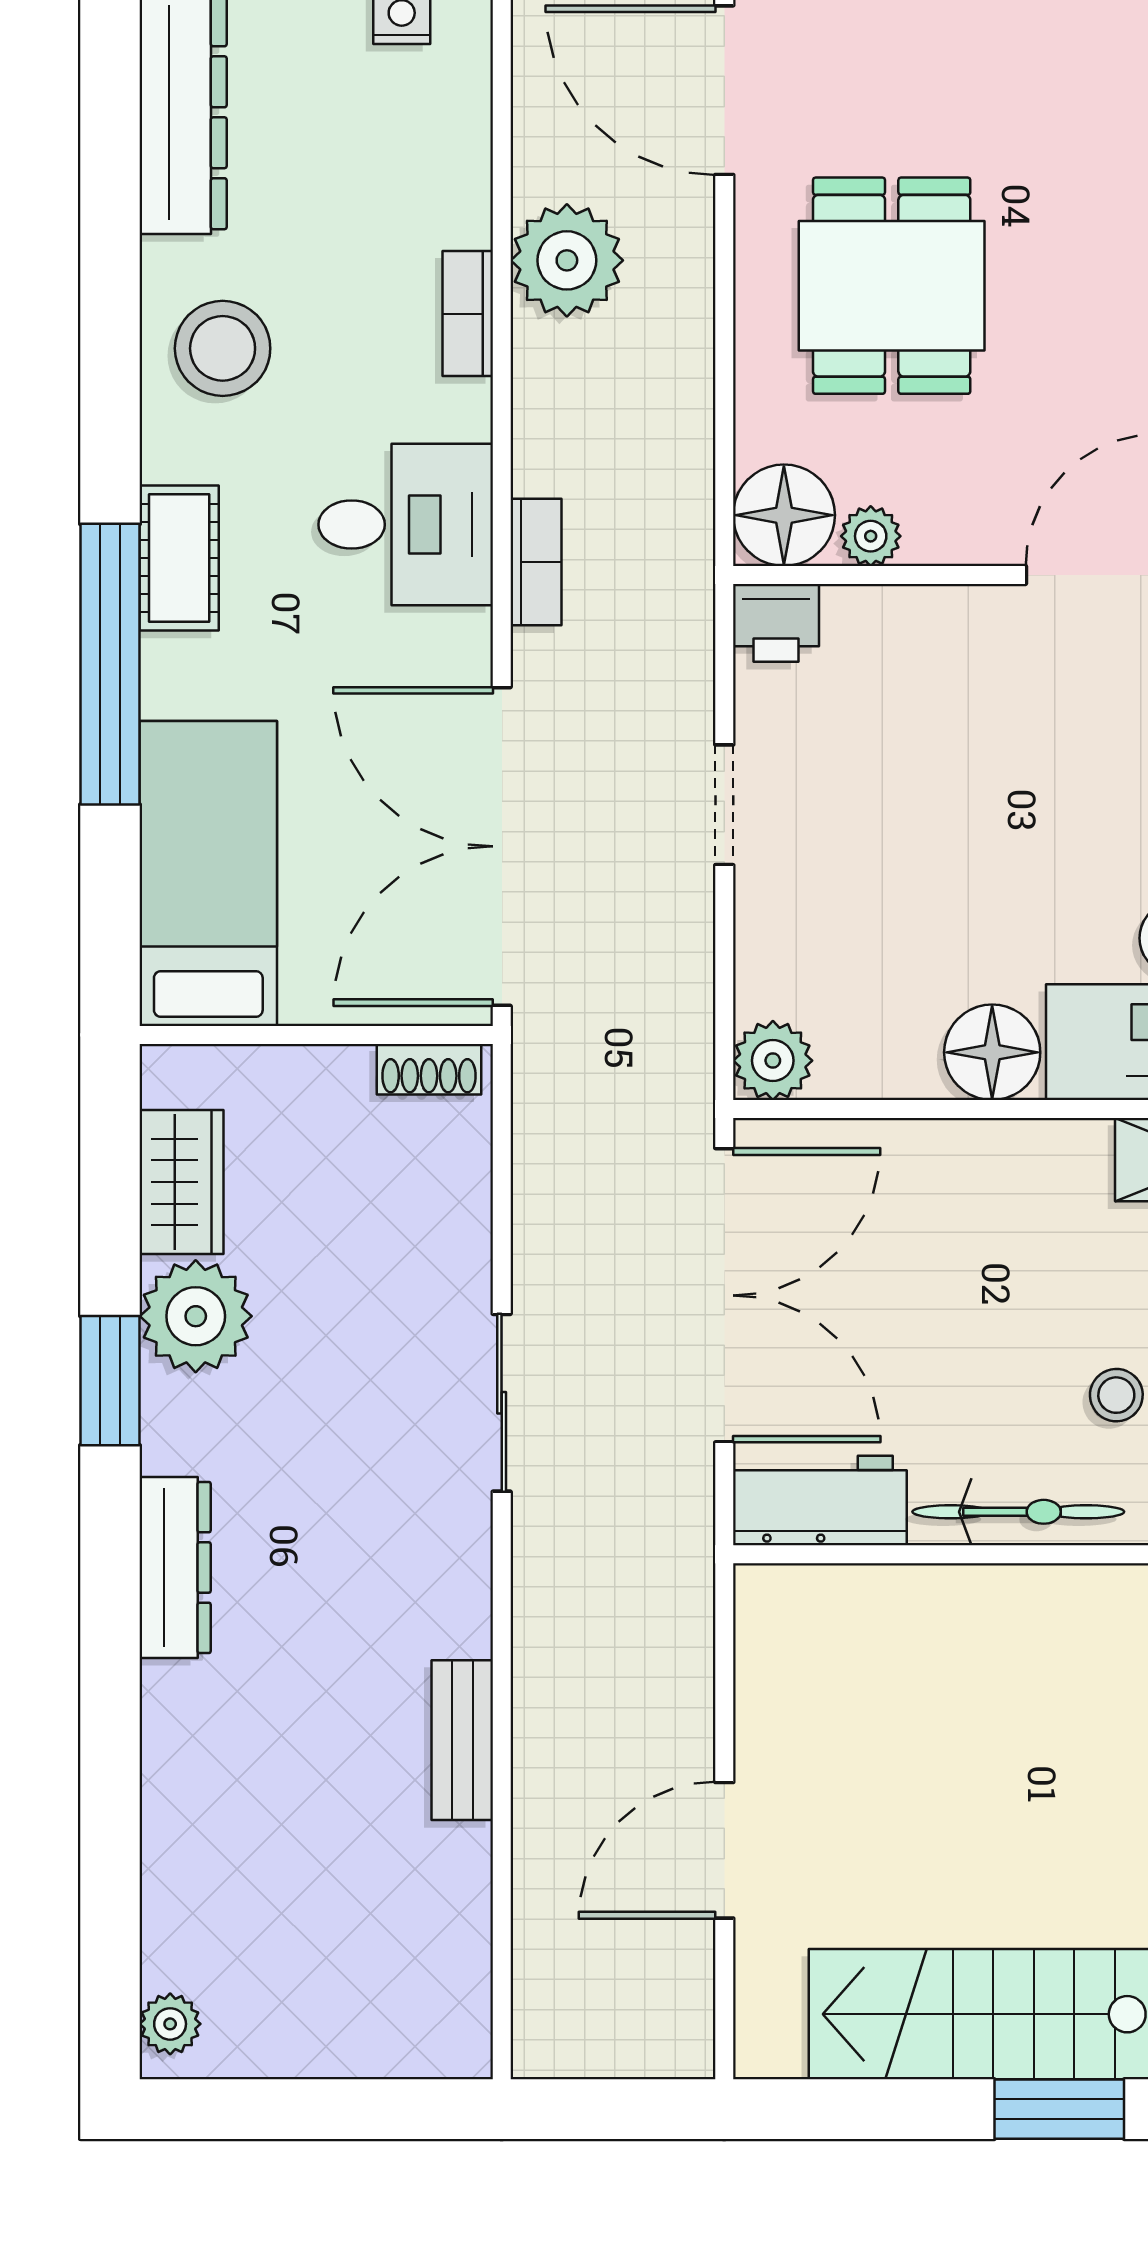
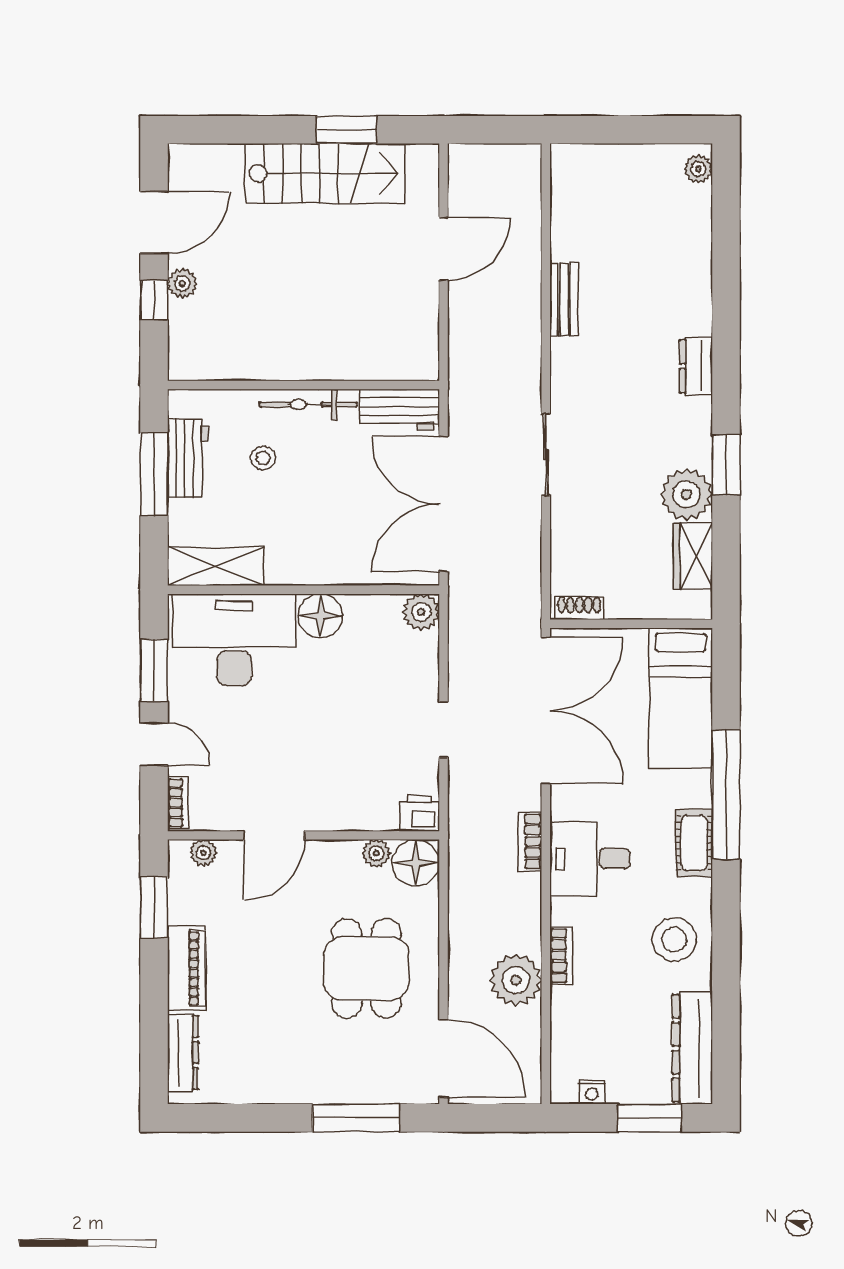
dresser: (175, 1568) -> (696, 366), width x0.70
window: (1059, 2109) -> (347, 130), moved

